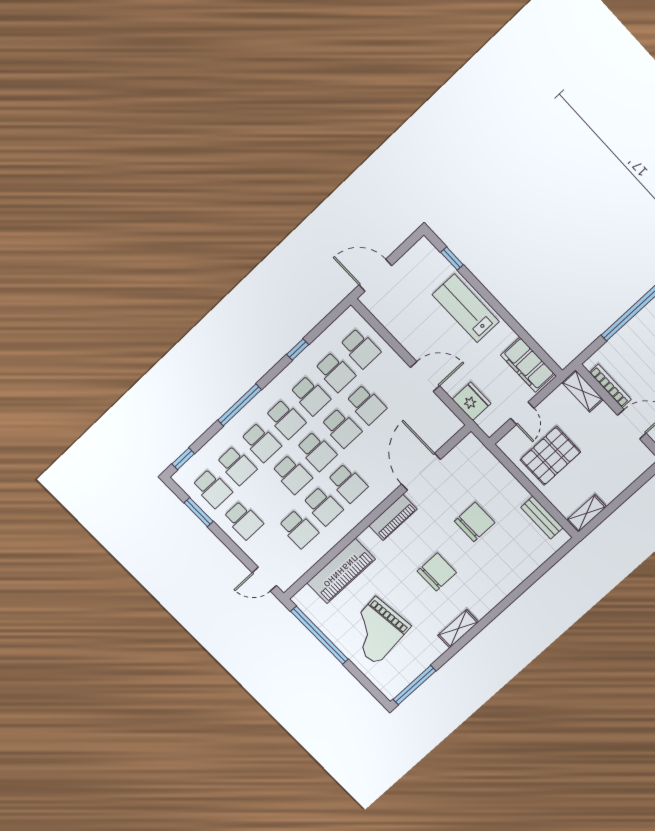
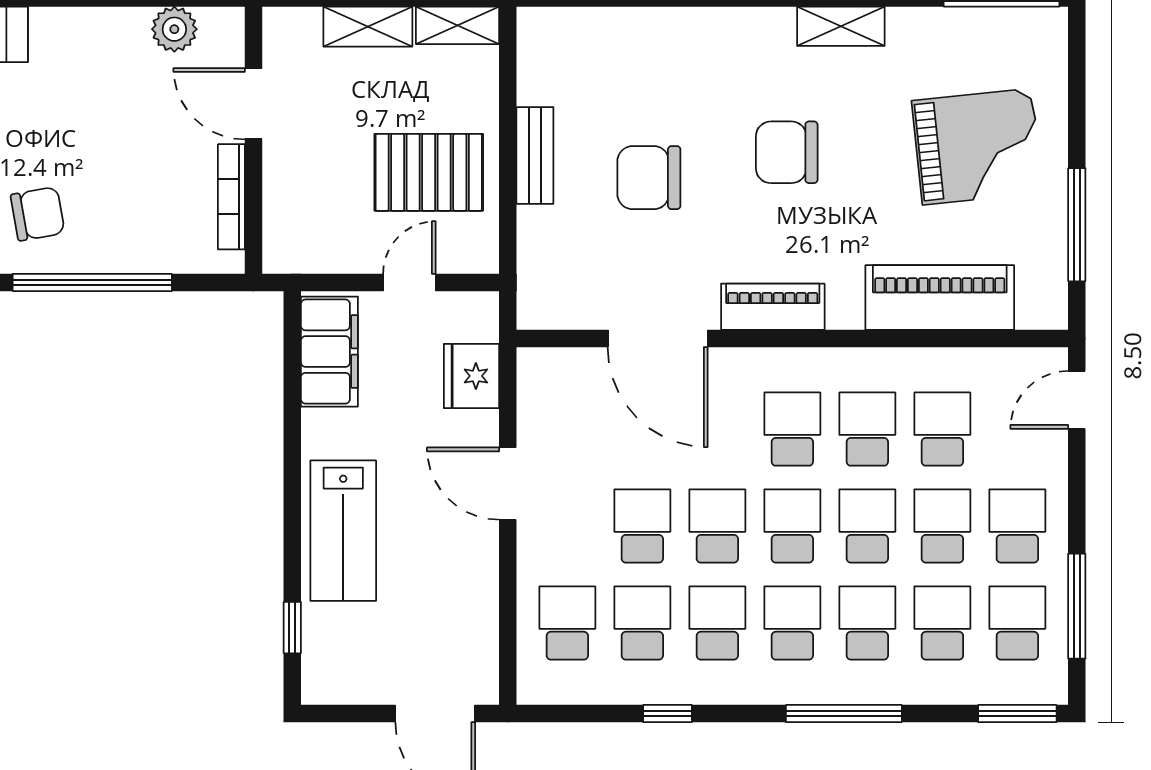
shelving: (583, 391) -> (368, 27), moved, turned 90
window: (183, 459) -> (1017, 714), width x1.50
door: (421, 472) -> (658, 338), hinge flipped
school desk: (268, 497) -> (942, 526), added
window: (199, 512) -> (1077, 606), width x1.44
bench: (542, 518) -> (535, 155), moved
door: (264, 579) -> (1077, 400), swing flipped
window: (320, 635) -> (1077, 225), width x0.68

